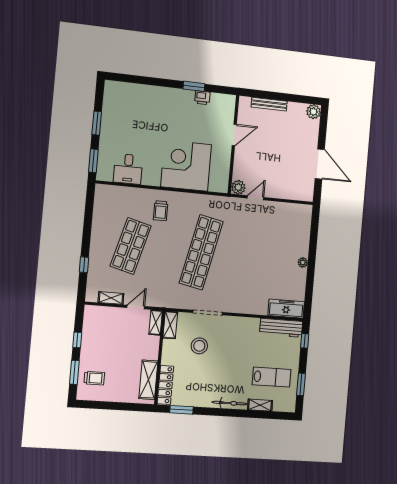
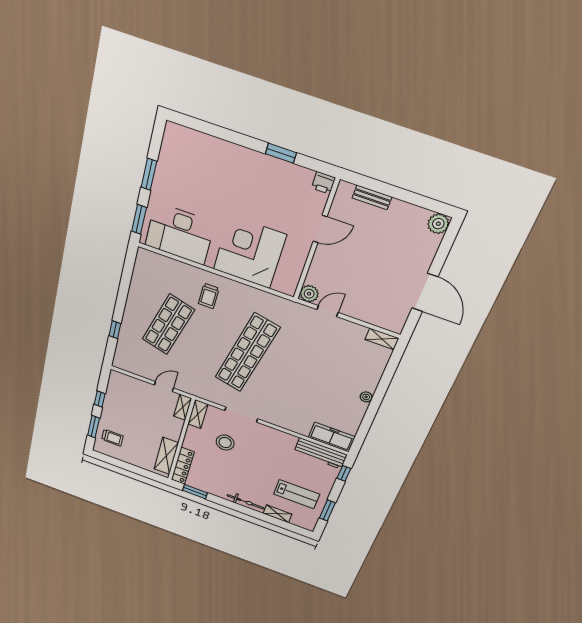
printer: (202, 98) -> (323, 183), moved
bench: (269, 104) -> (372, 197), width x0.73
desk: (128, 169) -> (180, 234), width x1.87, depth x1.30
shelving: (111, 298) -> (382, 339), moved

